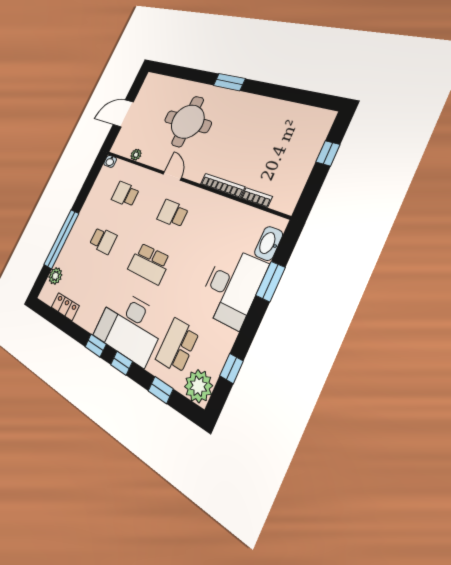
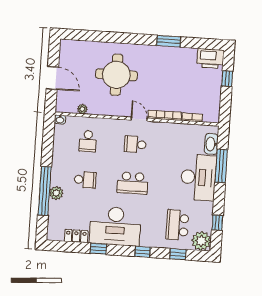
window: (229, 82) -> (169, 41), moved
door: (123, 113) -> (52, 78), swing flipped
printer: (313, 120) -> (210, 58), added
door: (172, 176) -> (139, 119), moved
school desk: (125, 194) -> (88, 141), turned -90
plant: (55, 276) -> (56, 193), moved
window: (270, 281) -> (221, 166), width x1.44
desk: (129, 326) -> (115, 226), moved
window: (96, 345) -> (98, 249), moved

